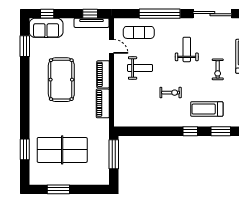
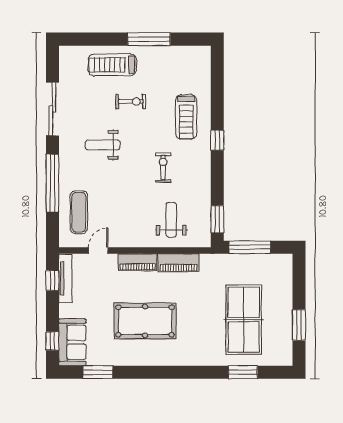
weight bench: (140, 68) -> (171, 220), moved
window: (221, 131) -> (217, 219), moved

